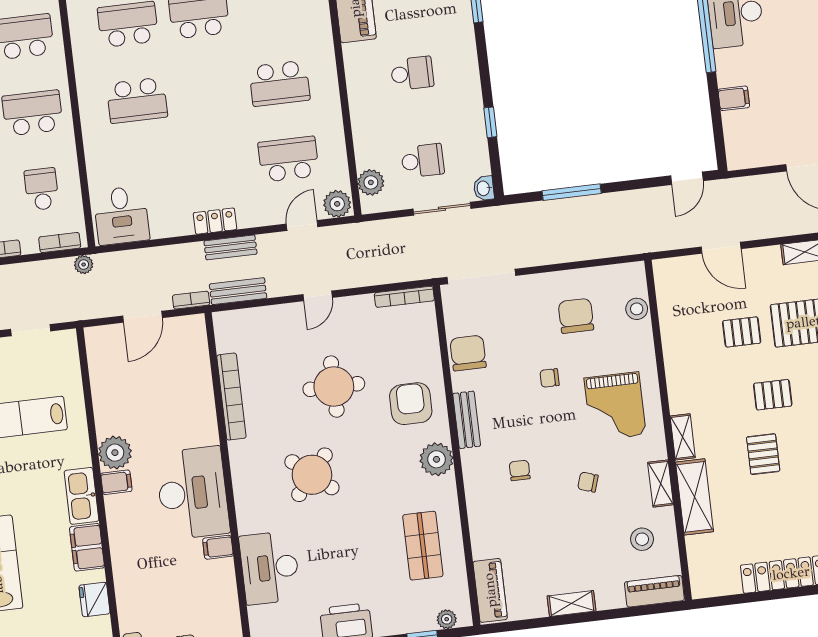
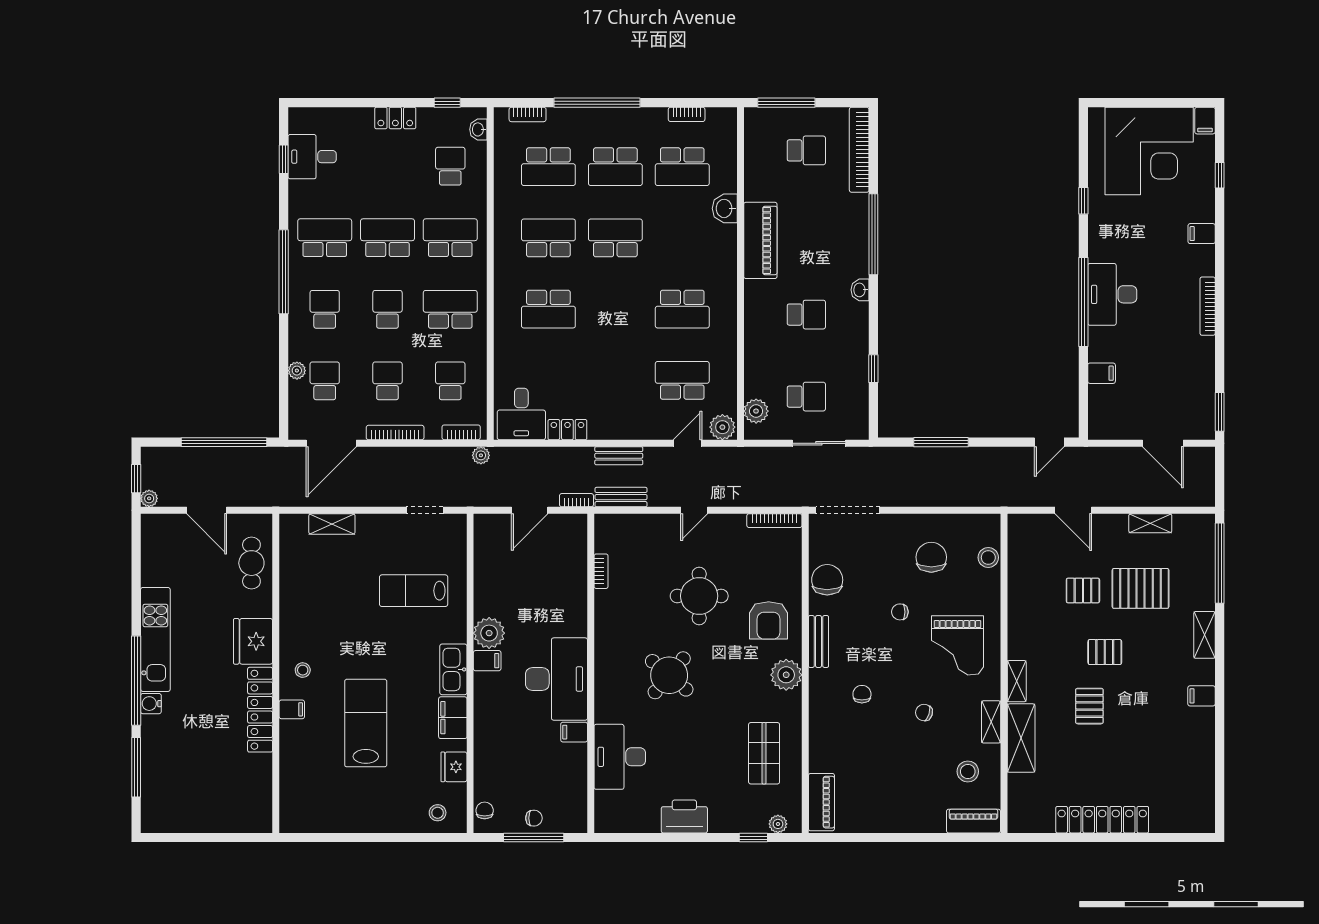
washbasin: (484, 188) -> (860, 290), moved
locker: (215, 221) -> (567, 430), moved
bookcase: (231, 397) -> (601, 571), width x0.43, depth x0.76
armchair: (411, 404) -> (769, 620), turned 180
shelving: (572, 604) -> (895, 823), removed

